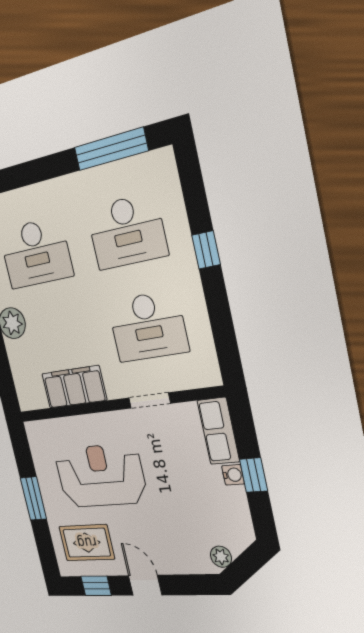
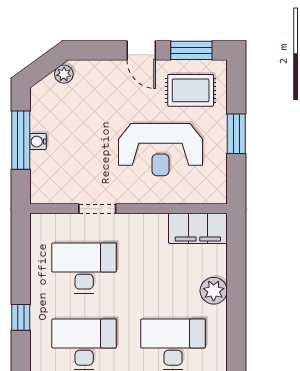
filing cabinet: (74, 387) -> (198, 228), moved
row of seats: (218, 431) -> (42, 178), removed
window: (254, 475) -> (21, 140), width x2.17
window: (96, 586) -> (191, 50), width x1.50

